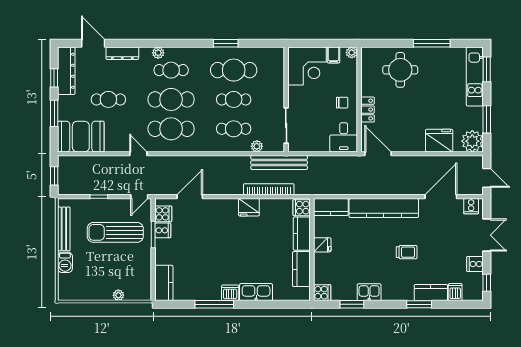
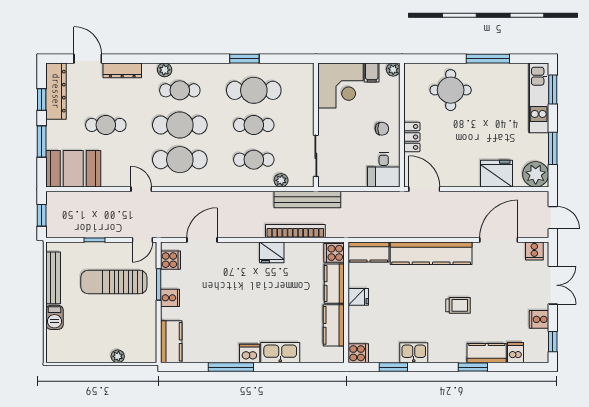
cooker: (163, 230) -> (170, 298), moved

